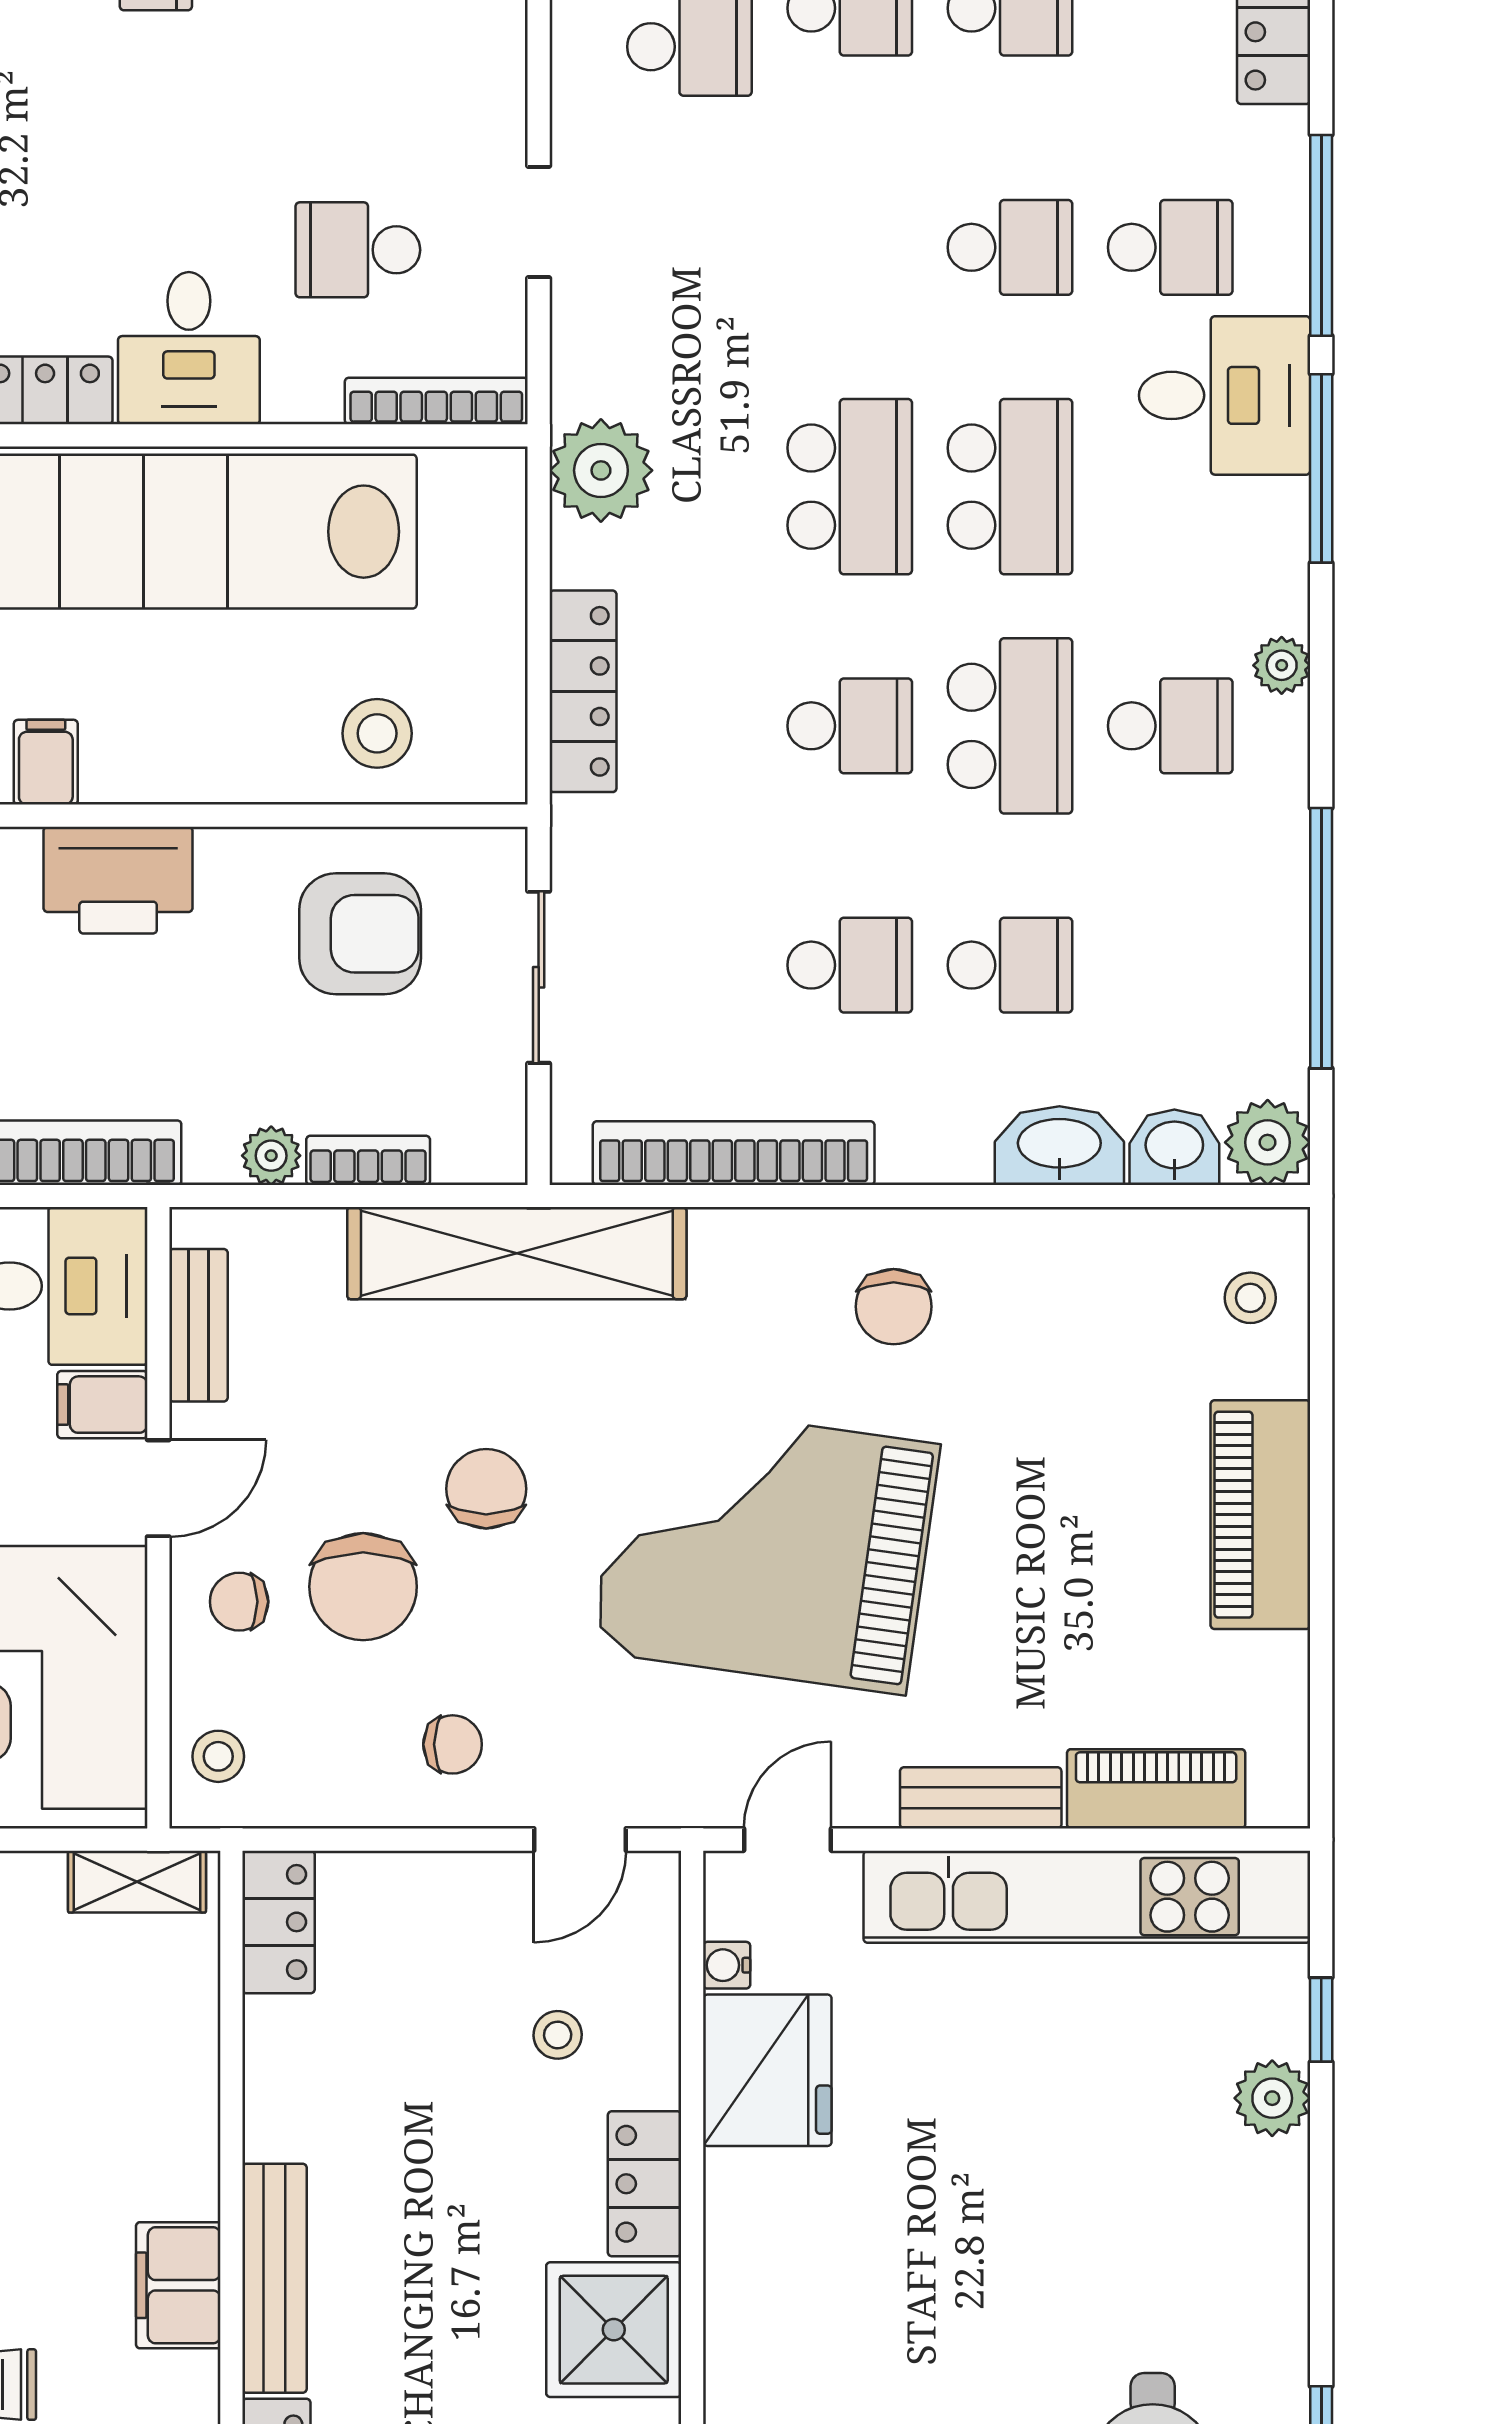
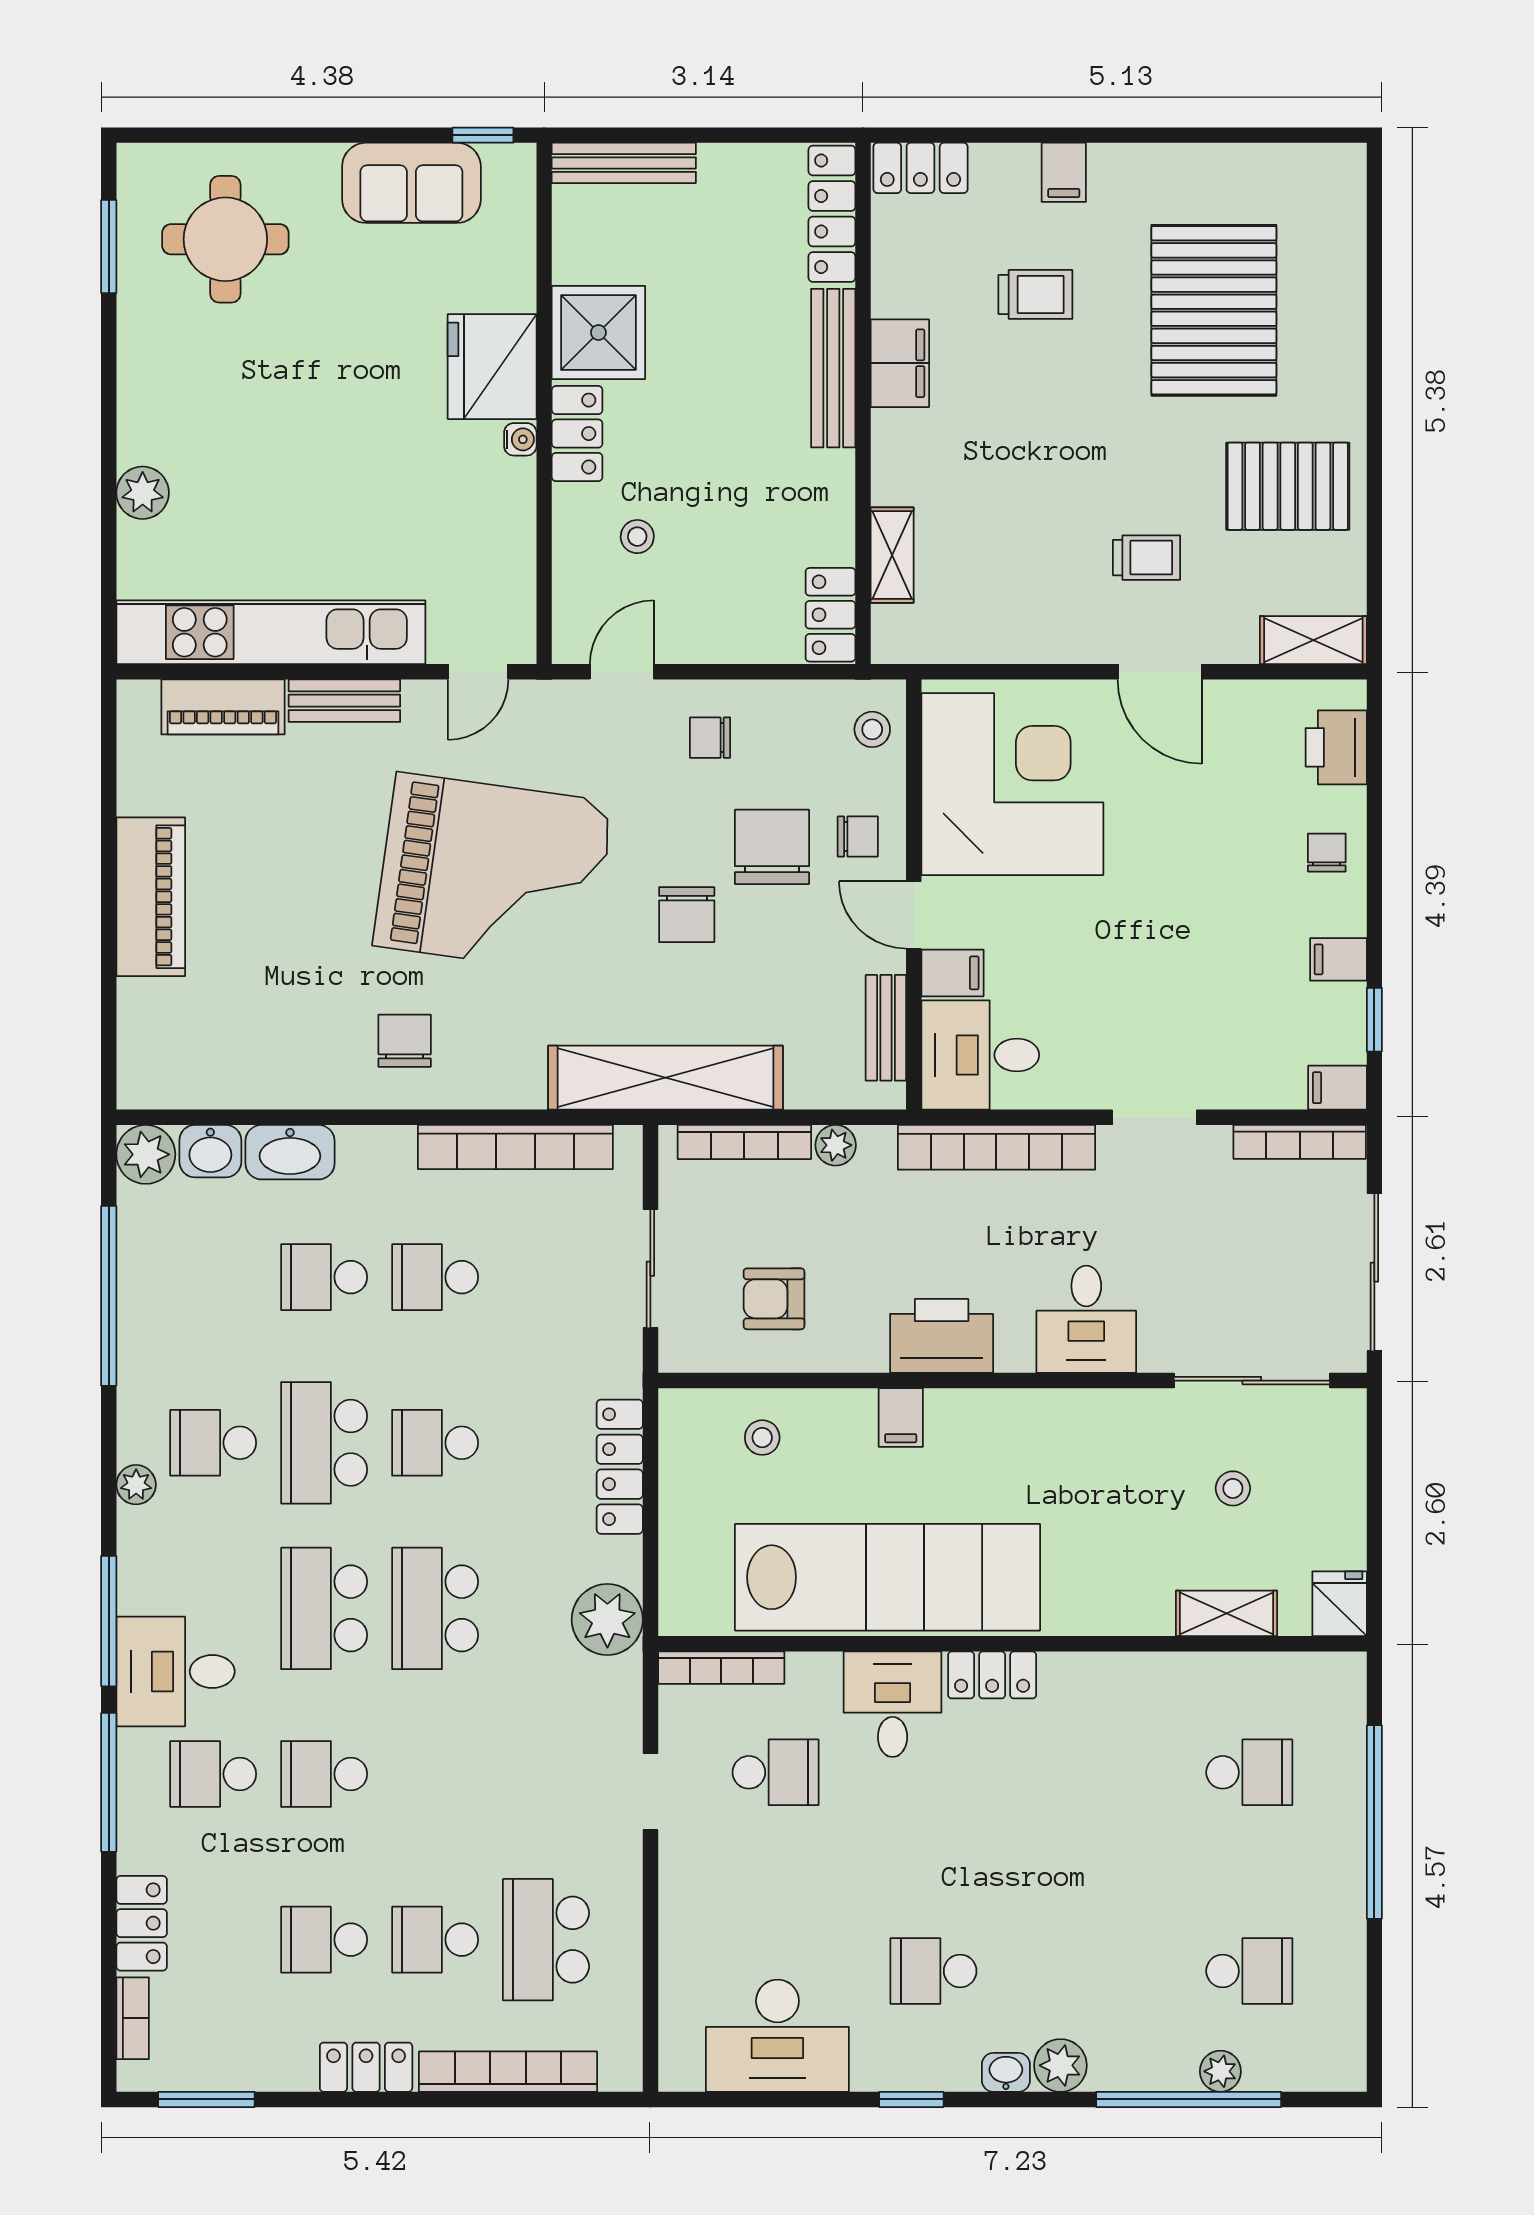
stool: (377, 733) -> (762, 1438), width x0.73, depth x0.73
filing cabinet: (46, 762) -> (901, 1418), moved
armchair: (360, 934) -> (774, 1299), width x0.72, depth x0.72
bookcase: (368, 1160) -> (744, 1142), width x1.56
stool: (1250, 1298) -> (158, 1047), removed
door: (158, 1488) -> (914, 915), hinge flipped
shelving: (137, 1882) -> (892, 555), moved, turned 90
water cooler: (727, 1965) -> (520, 439), moved
window: (1321, 2020) -> (109, 547), removed
fridge: (767, 2070) -> (492, 367), moved

